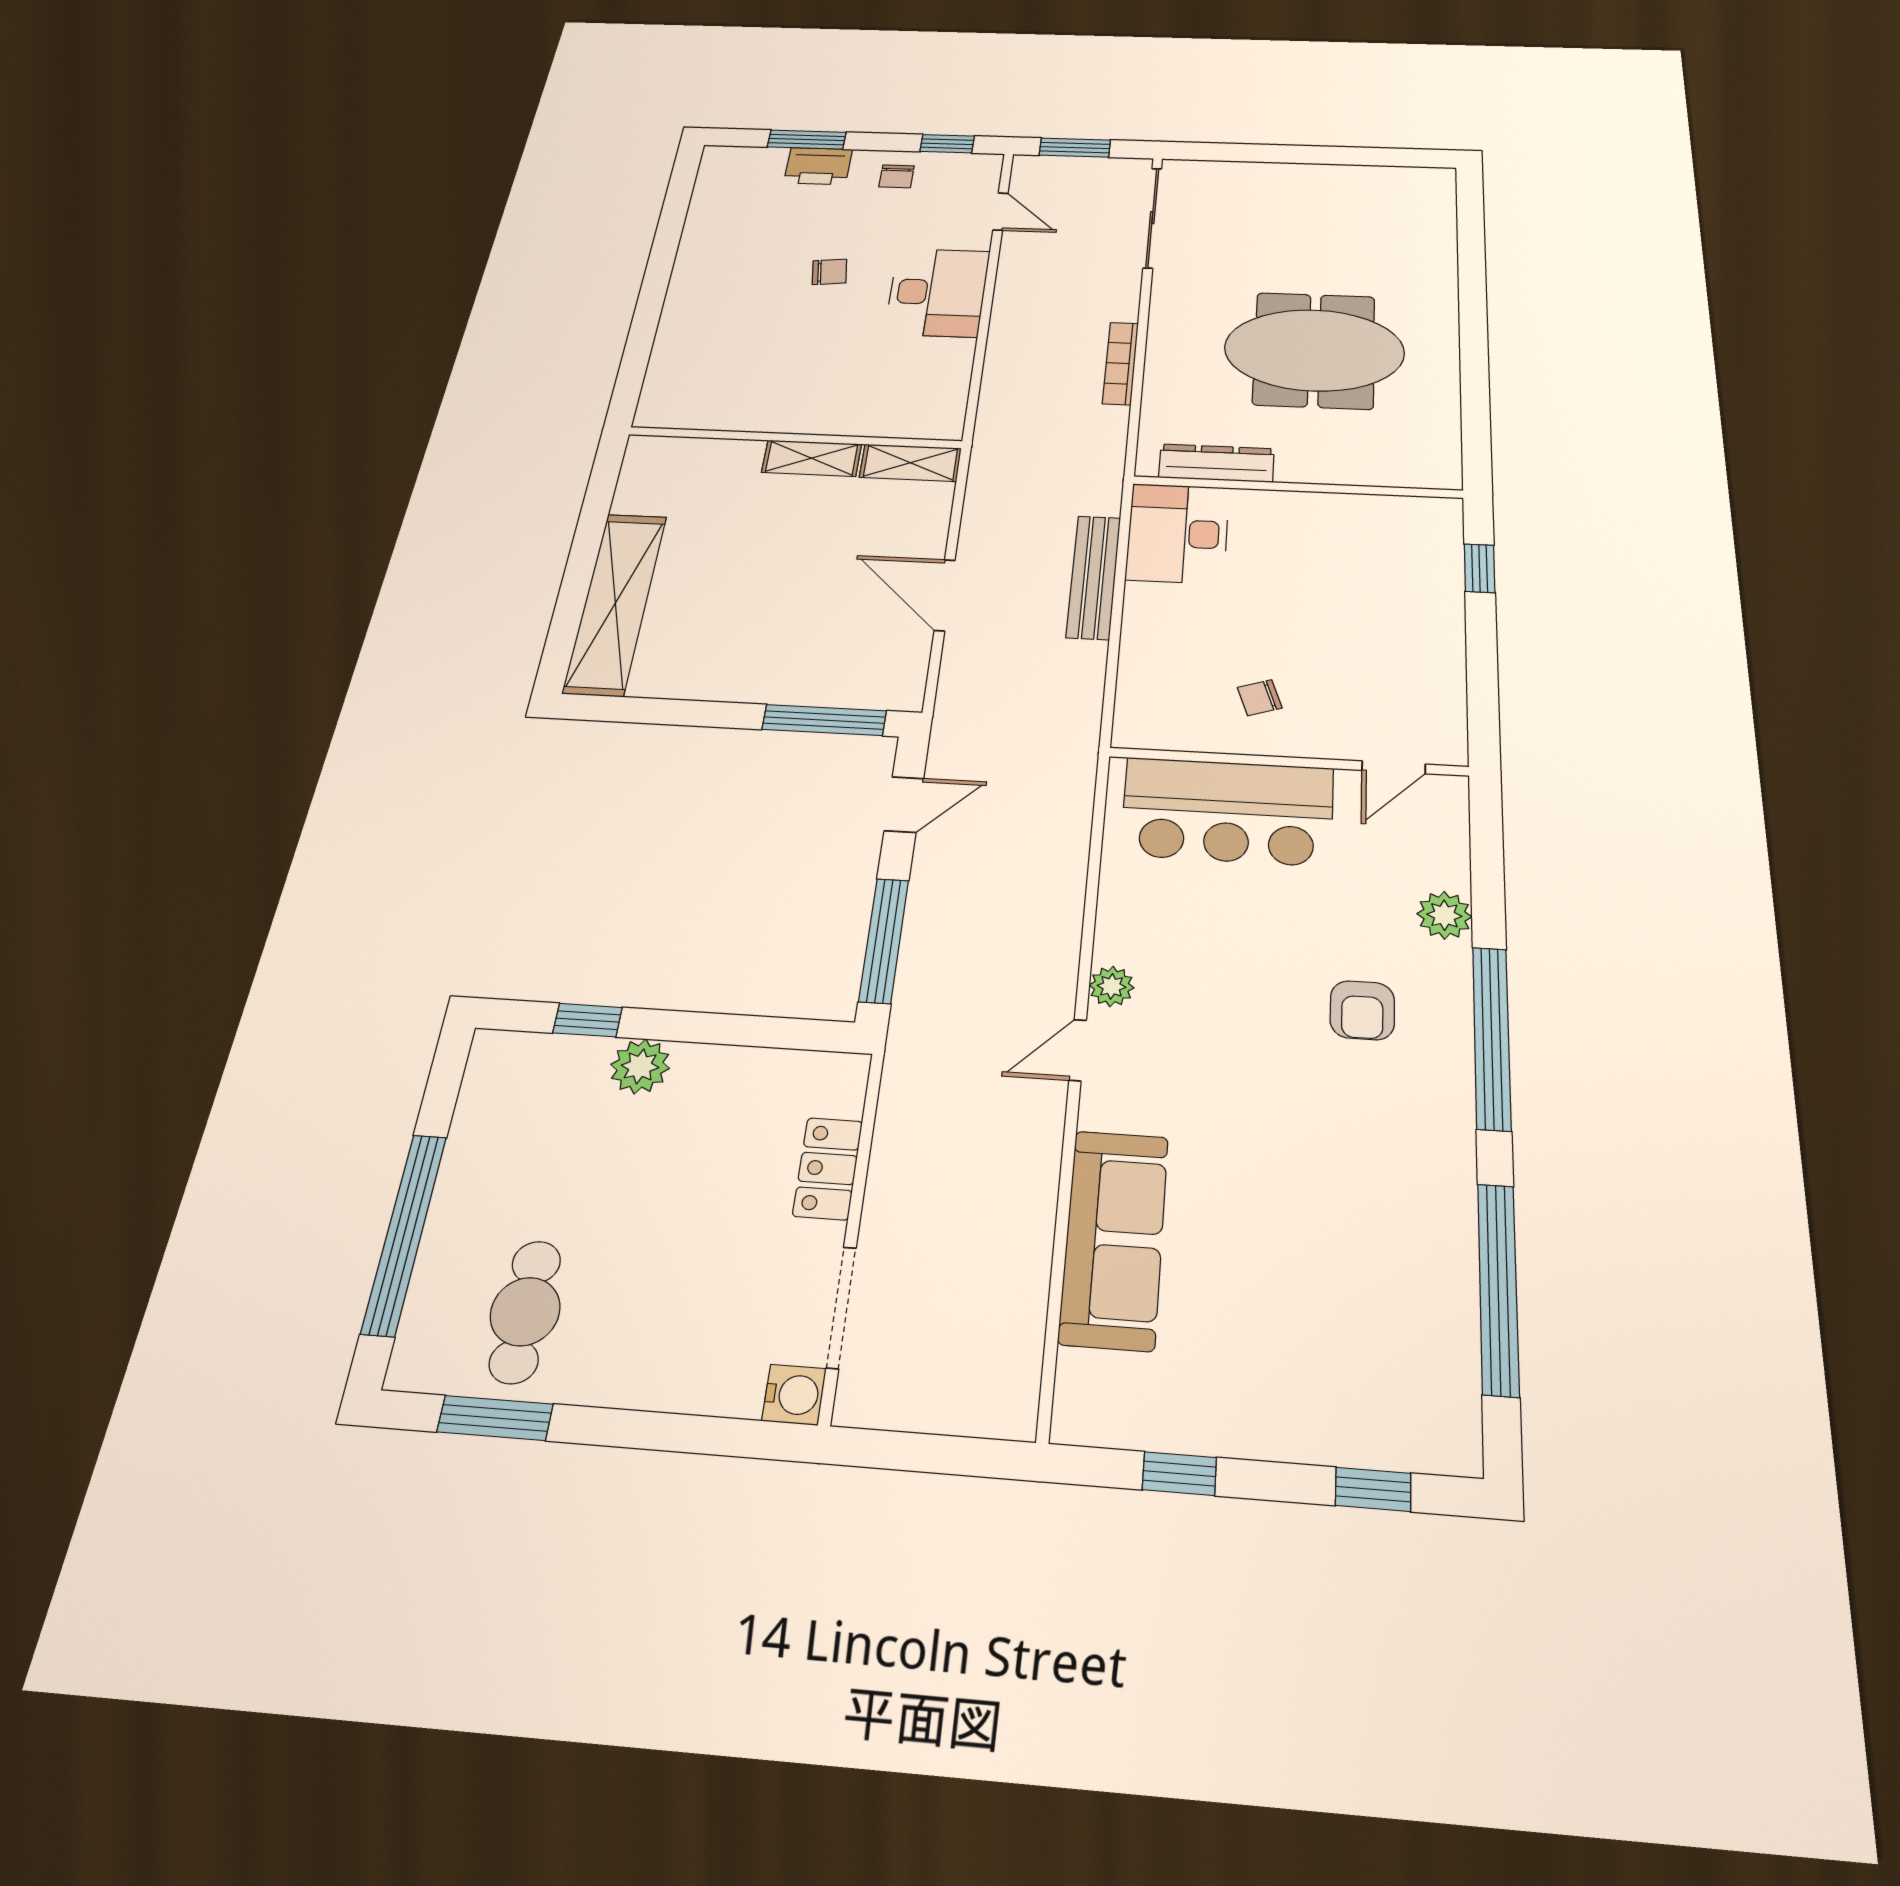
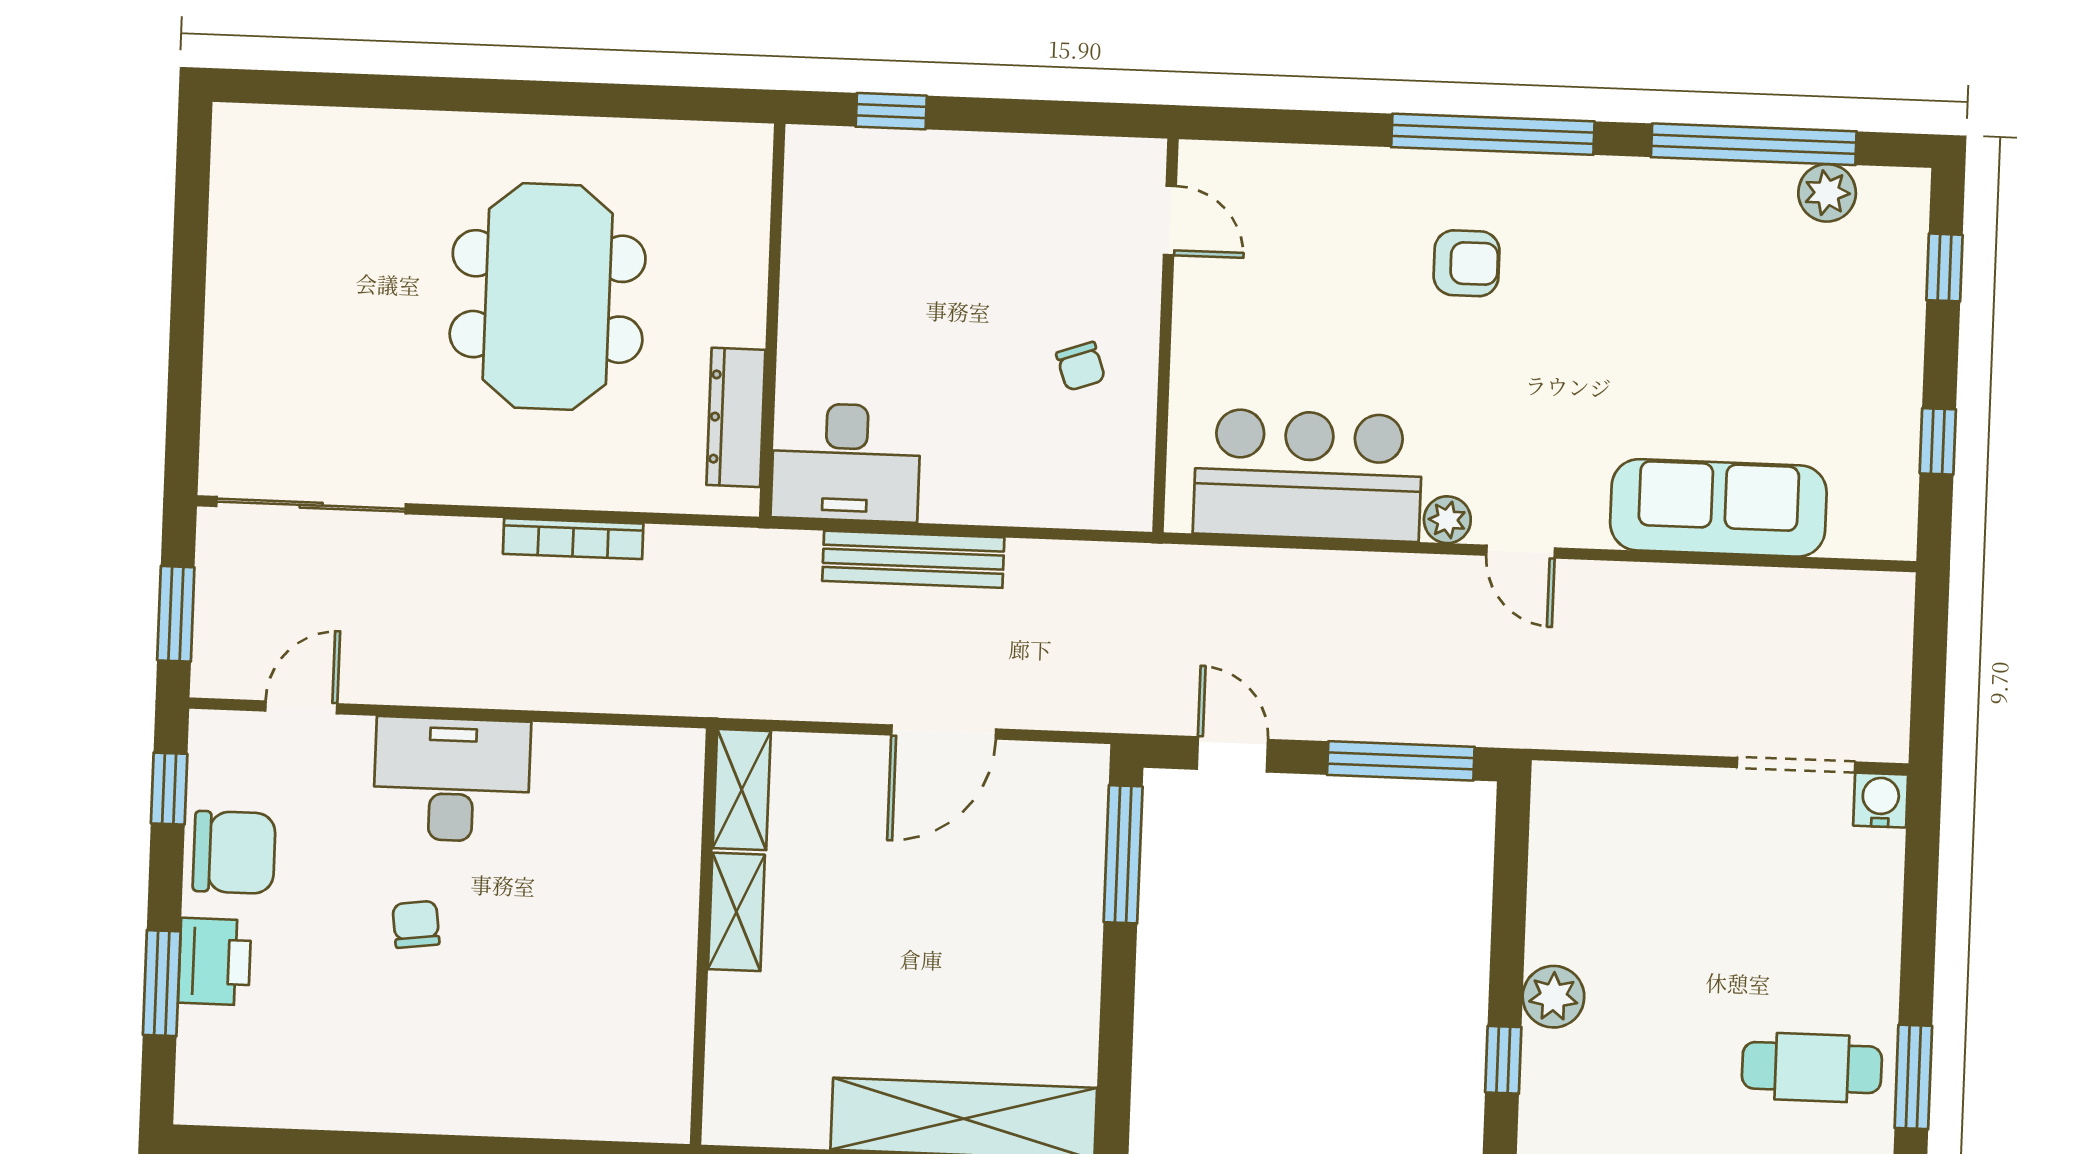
chair: (897, 176) -> (234, 852), width x1.87, depth x1.87
bar counter: (1228, 811) -> (1308, 475), moved, turned -90
plant: (1444, 915) -> (1827, 193), moved
locker: (828, 1168) -> (1657, 793), removed

